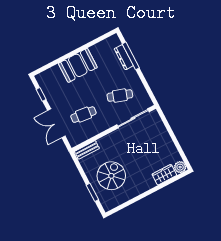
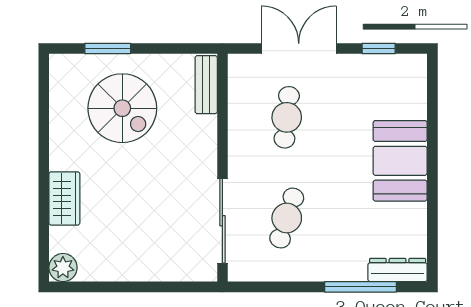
dresser: (124, 57) -> (398, 270), moved
wardrobe: (164, 175) -> (64, 198), moved

